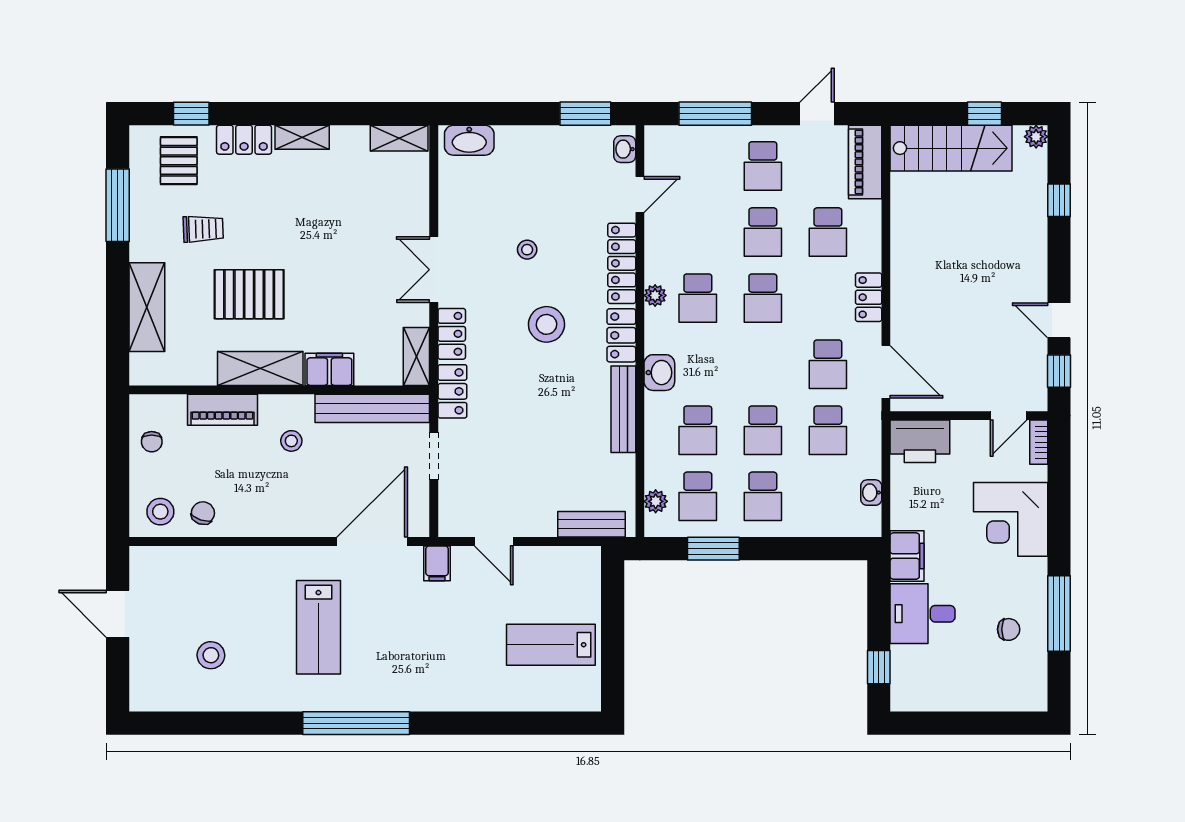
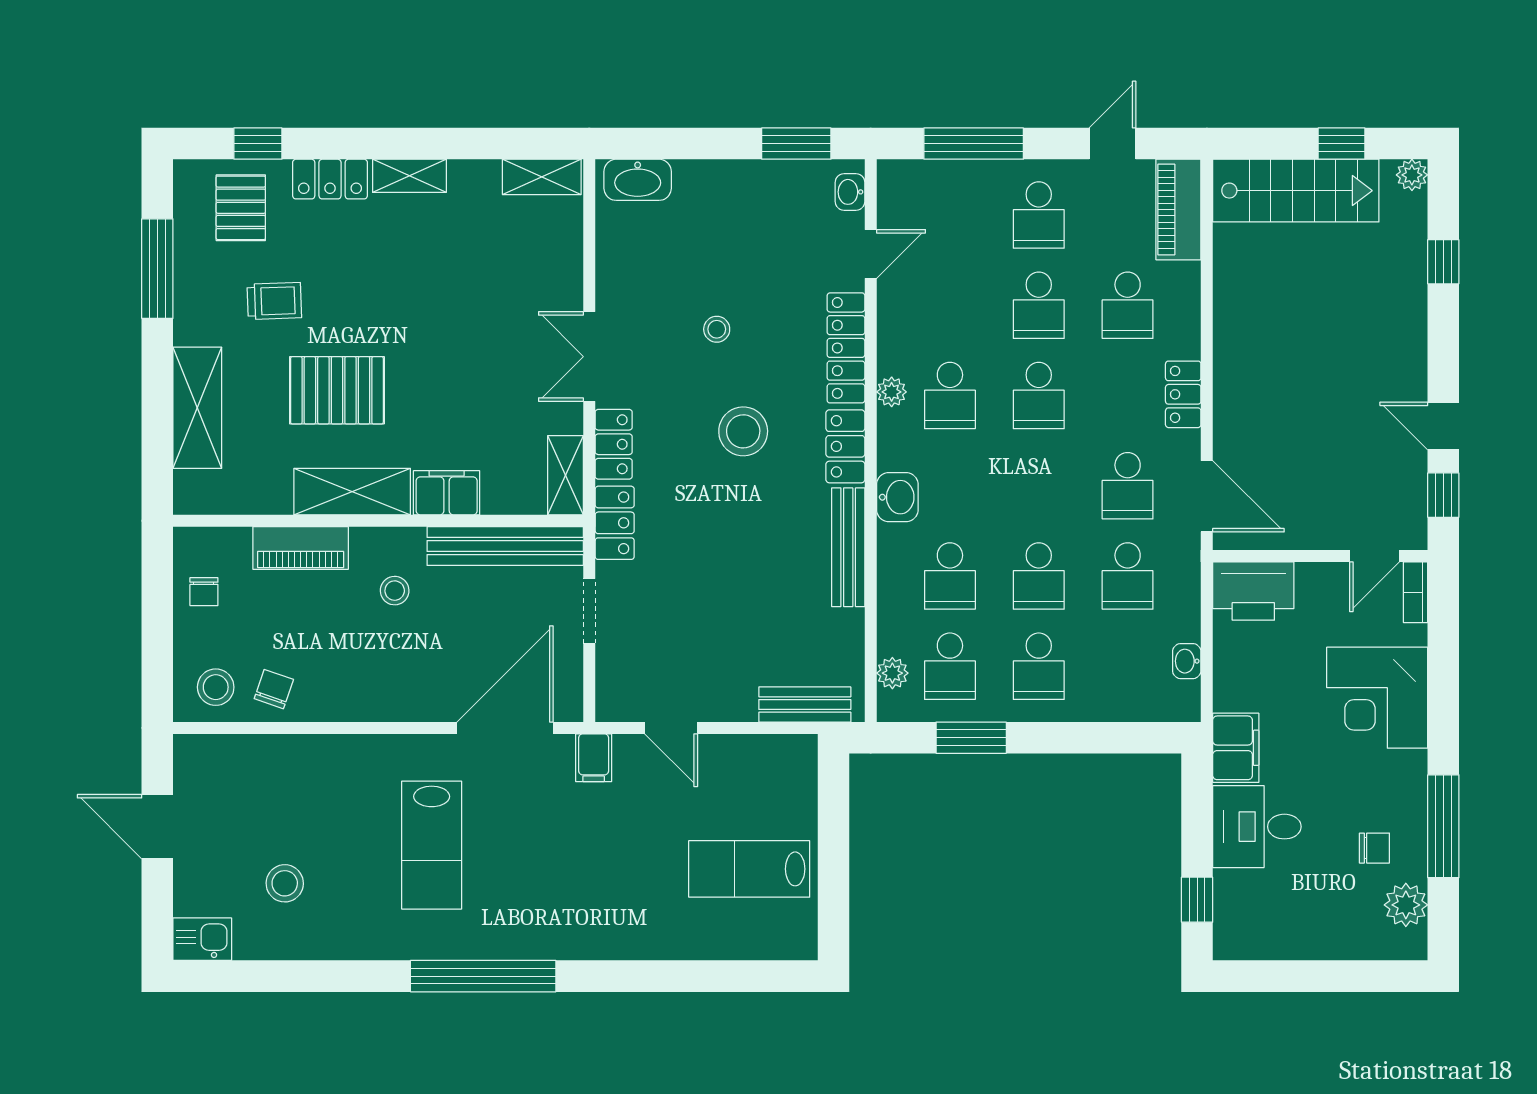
plant: (1032, 671) -> (1406, 905), added
kitchen sink: (151, 696) -> (202, 939), added

